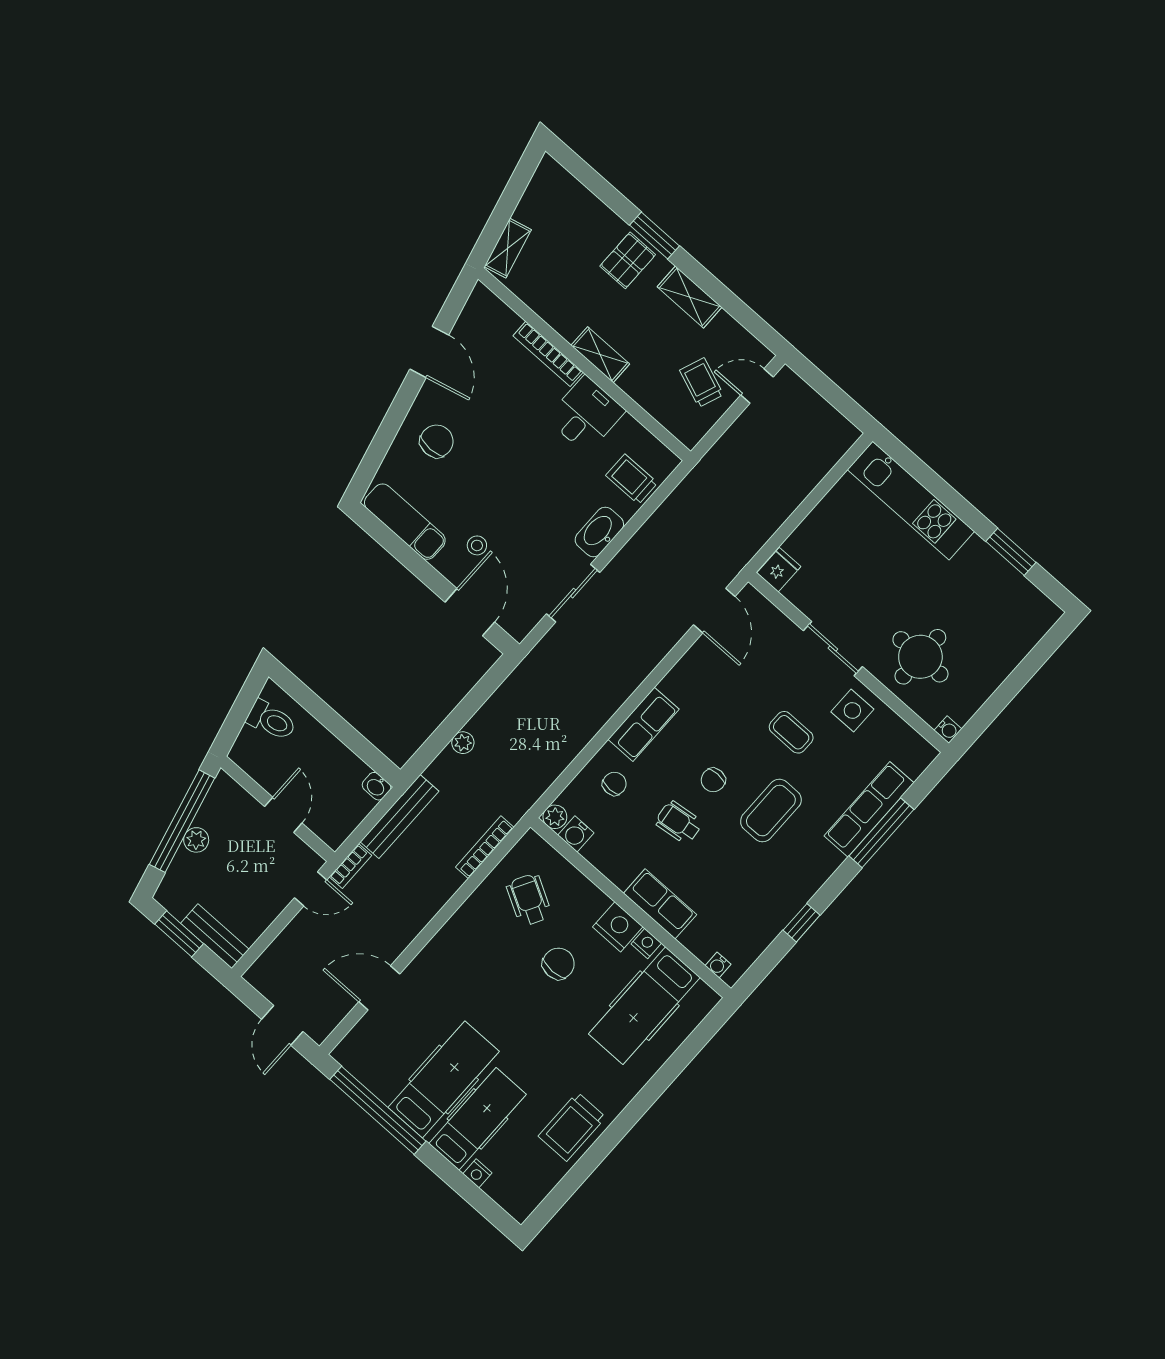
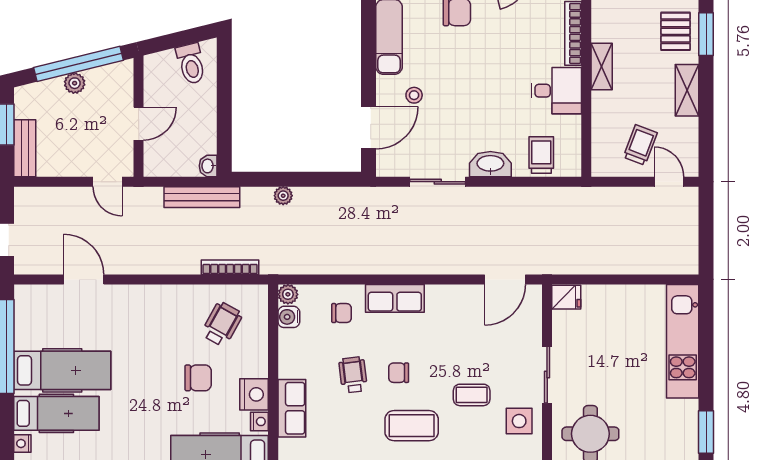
pallet: (628, 260) -> (676, 31), turned 90
coffee table: (791, 732) -> (472, 395), turned 90
bookcase: (350, 866) -> (144, 194), removed

